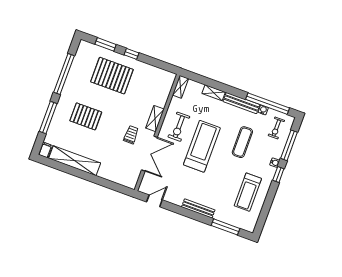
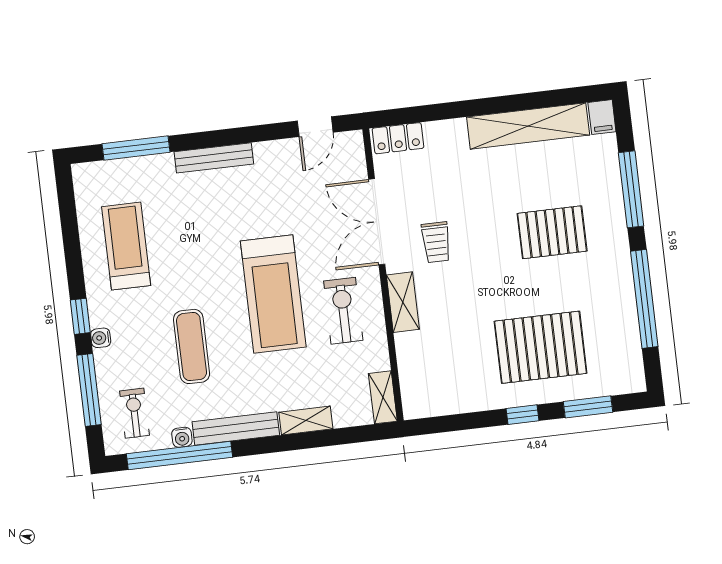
locker: (126, 181) -> (398, 138), added

